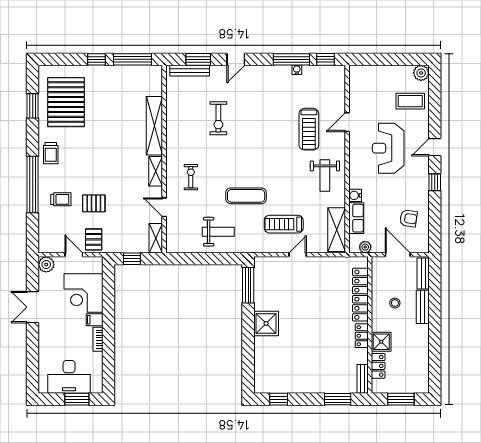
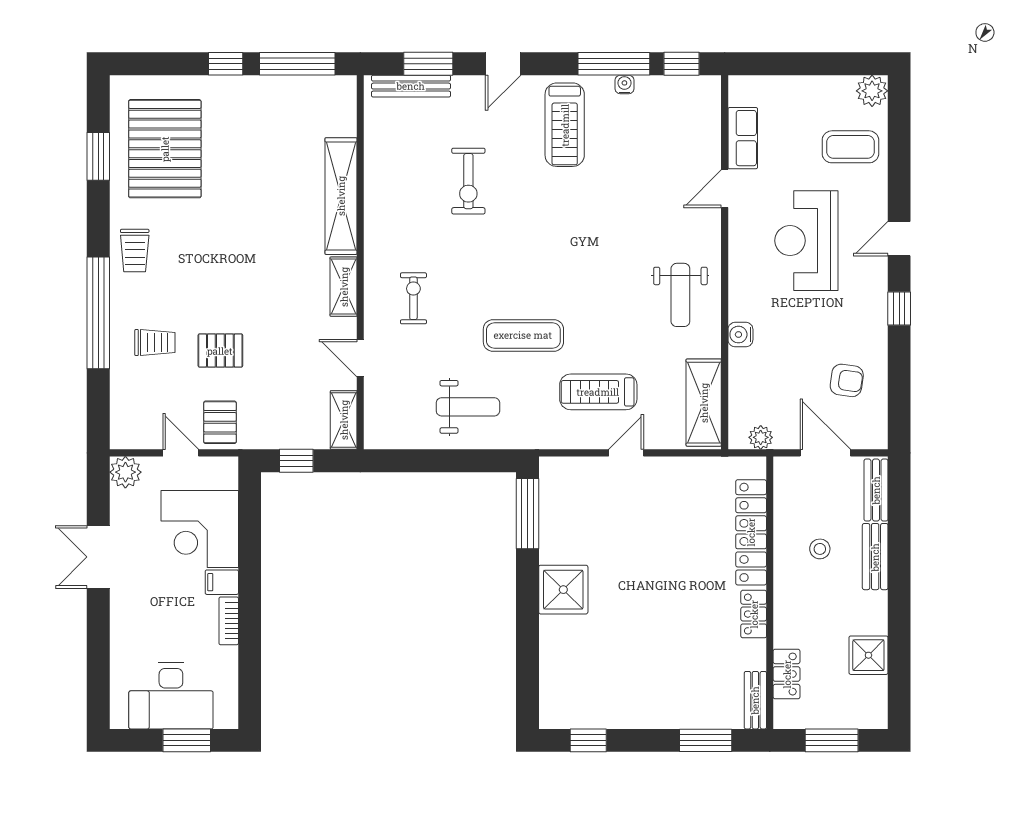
treadmill: (309, 129) -> (565, 125), moved
row of seats: (356, 218) -> (743, 138), moved
shower: (381, 342) -> (868, 655), moved

